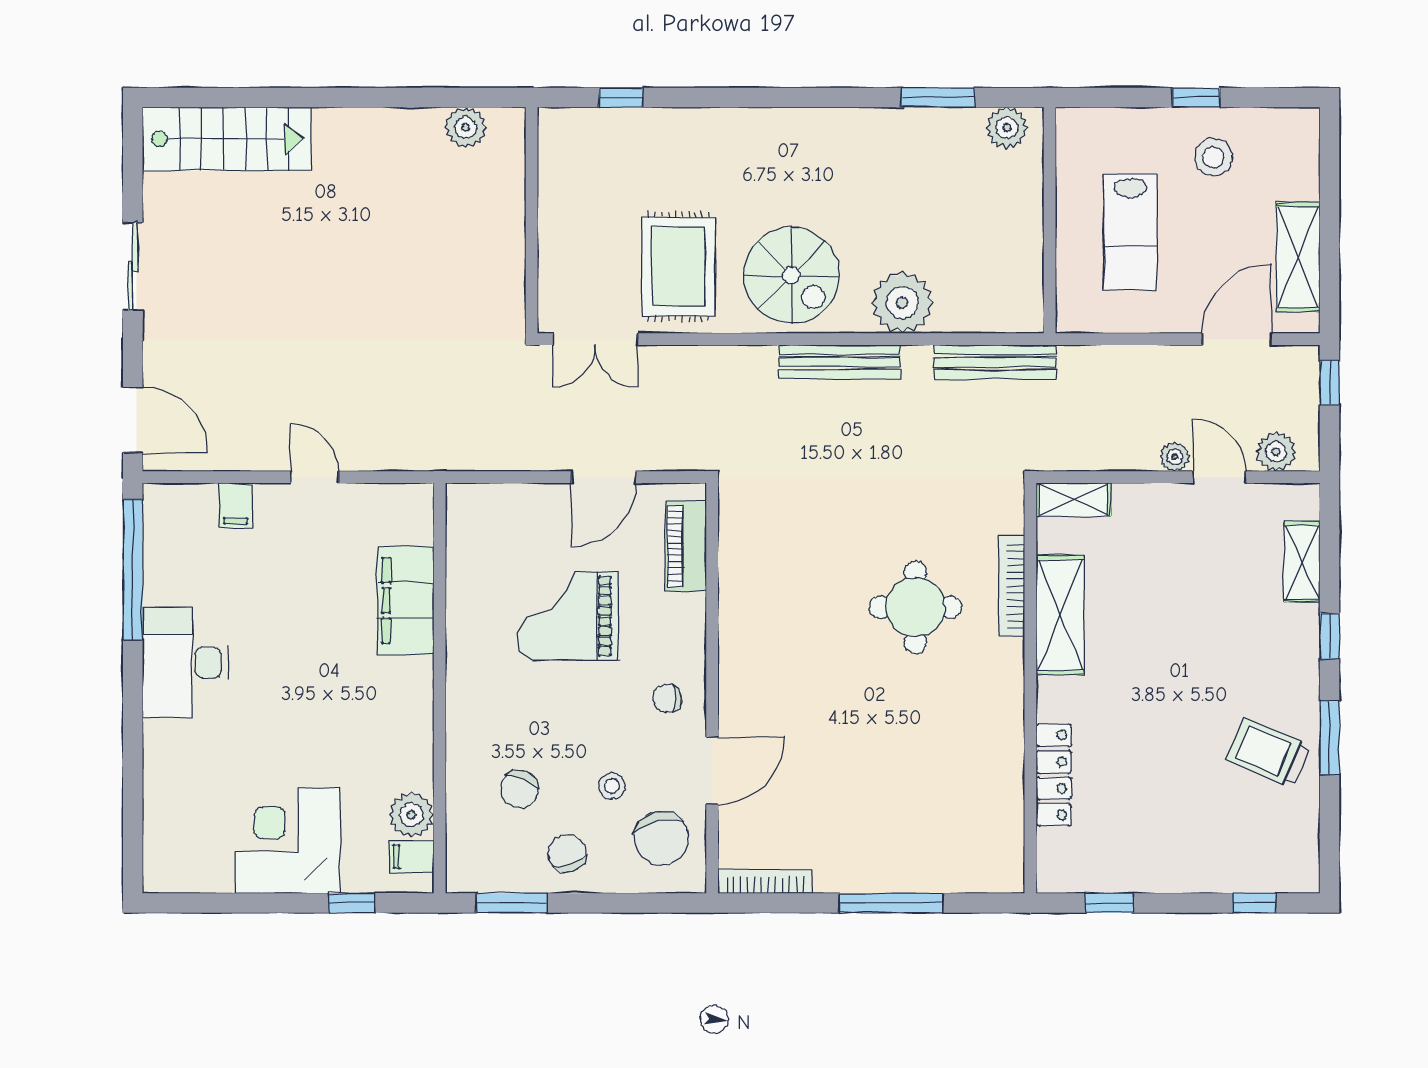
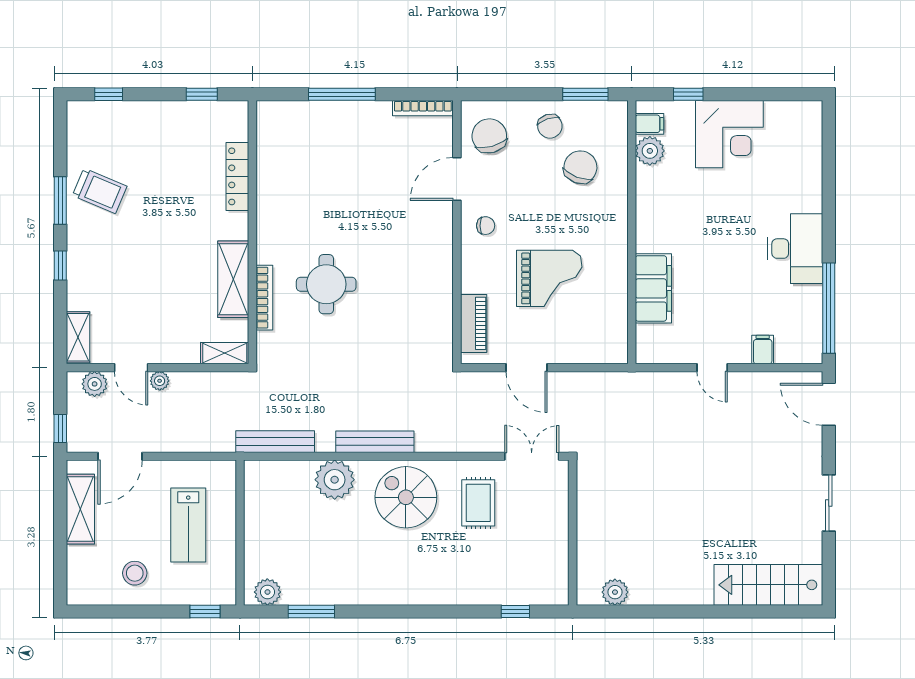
window: (1196, 97) -> (205, 611), moved
lab bench: (1130, 232) -> (188, 525), turned 180
rug: (679, 267) -> (478, 503), width x0.73, depth x0.70
door: (604, 477) -> (527, 368), swing flipped
shelving: (1302, 562) -> (78, 337), moved
stool: (612, 786) -> (521, 169), removed
chair: (520, 789) -> (580, 167), width x1.37, depth x1.37

